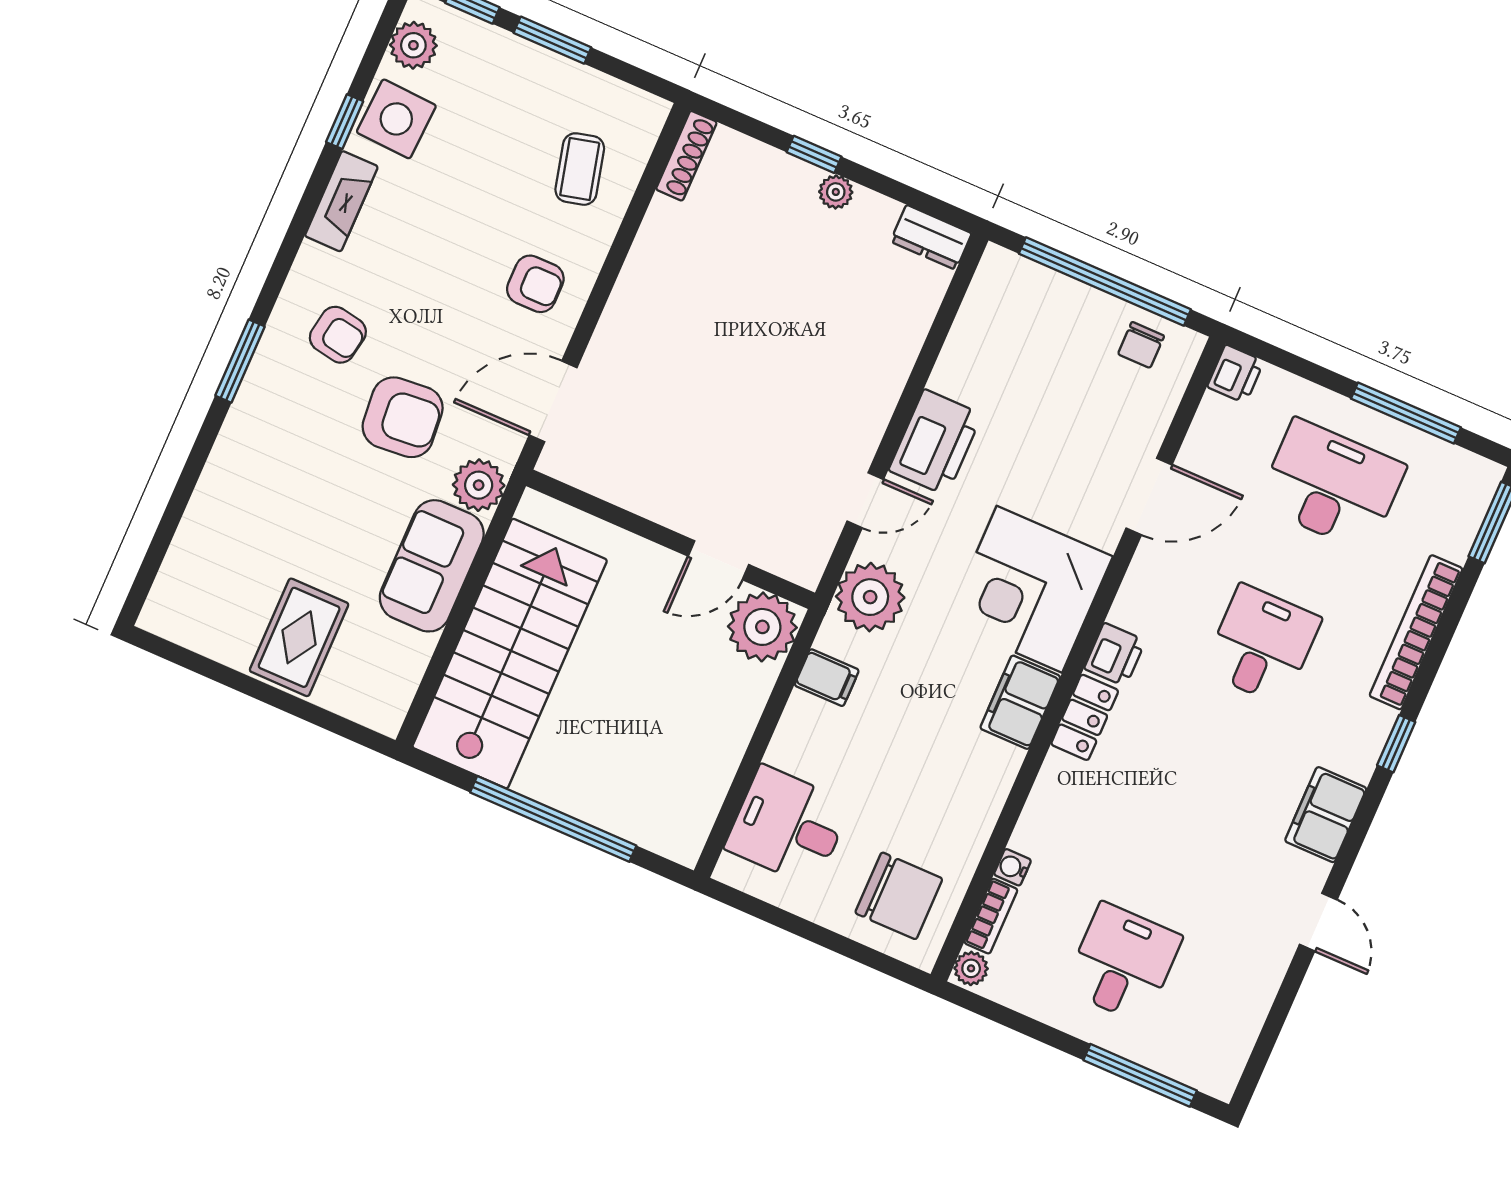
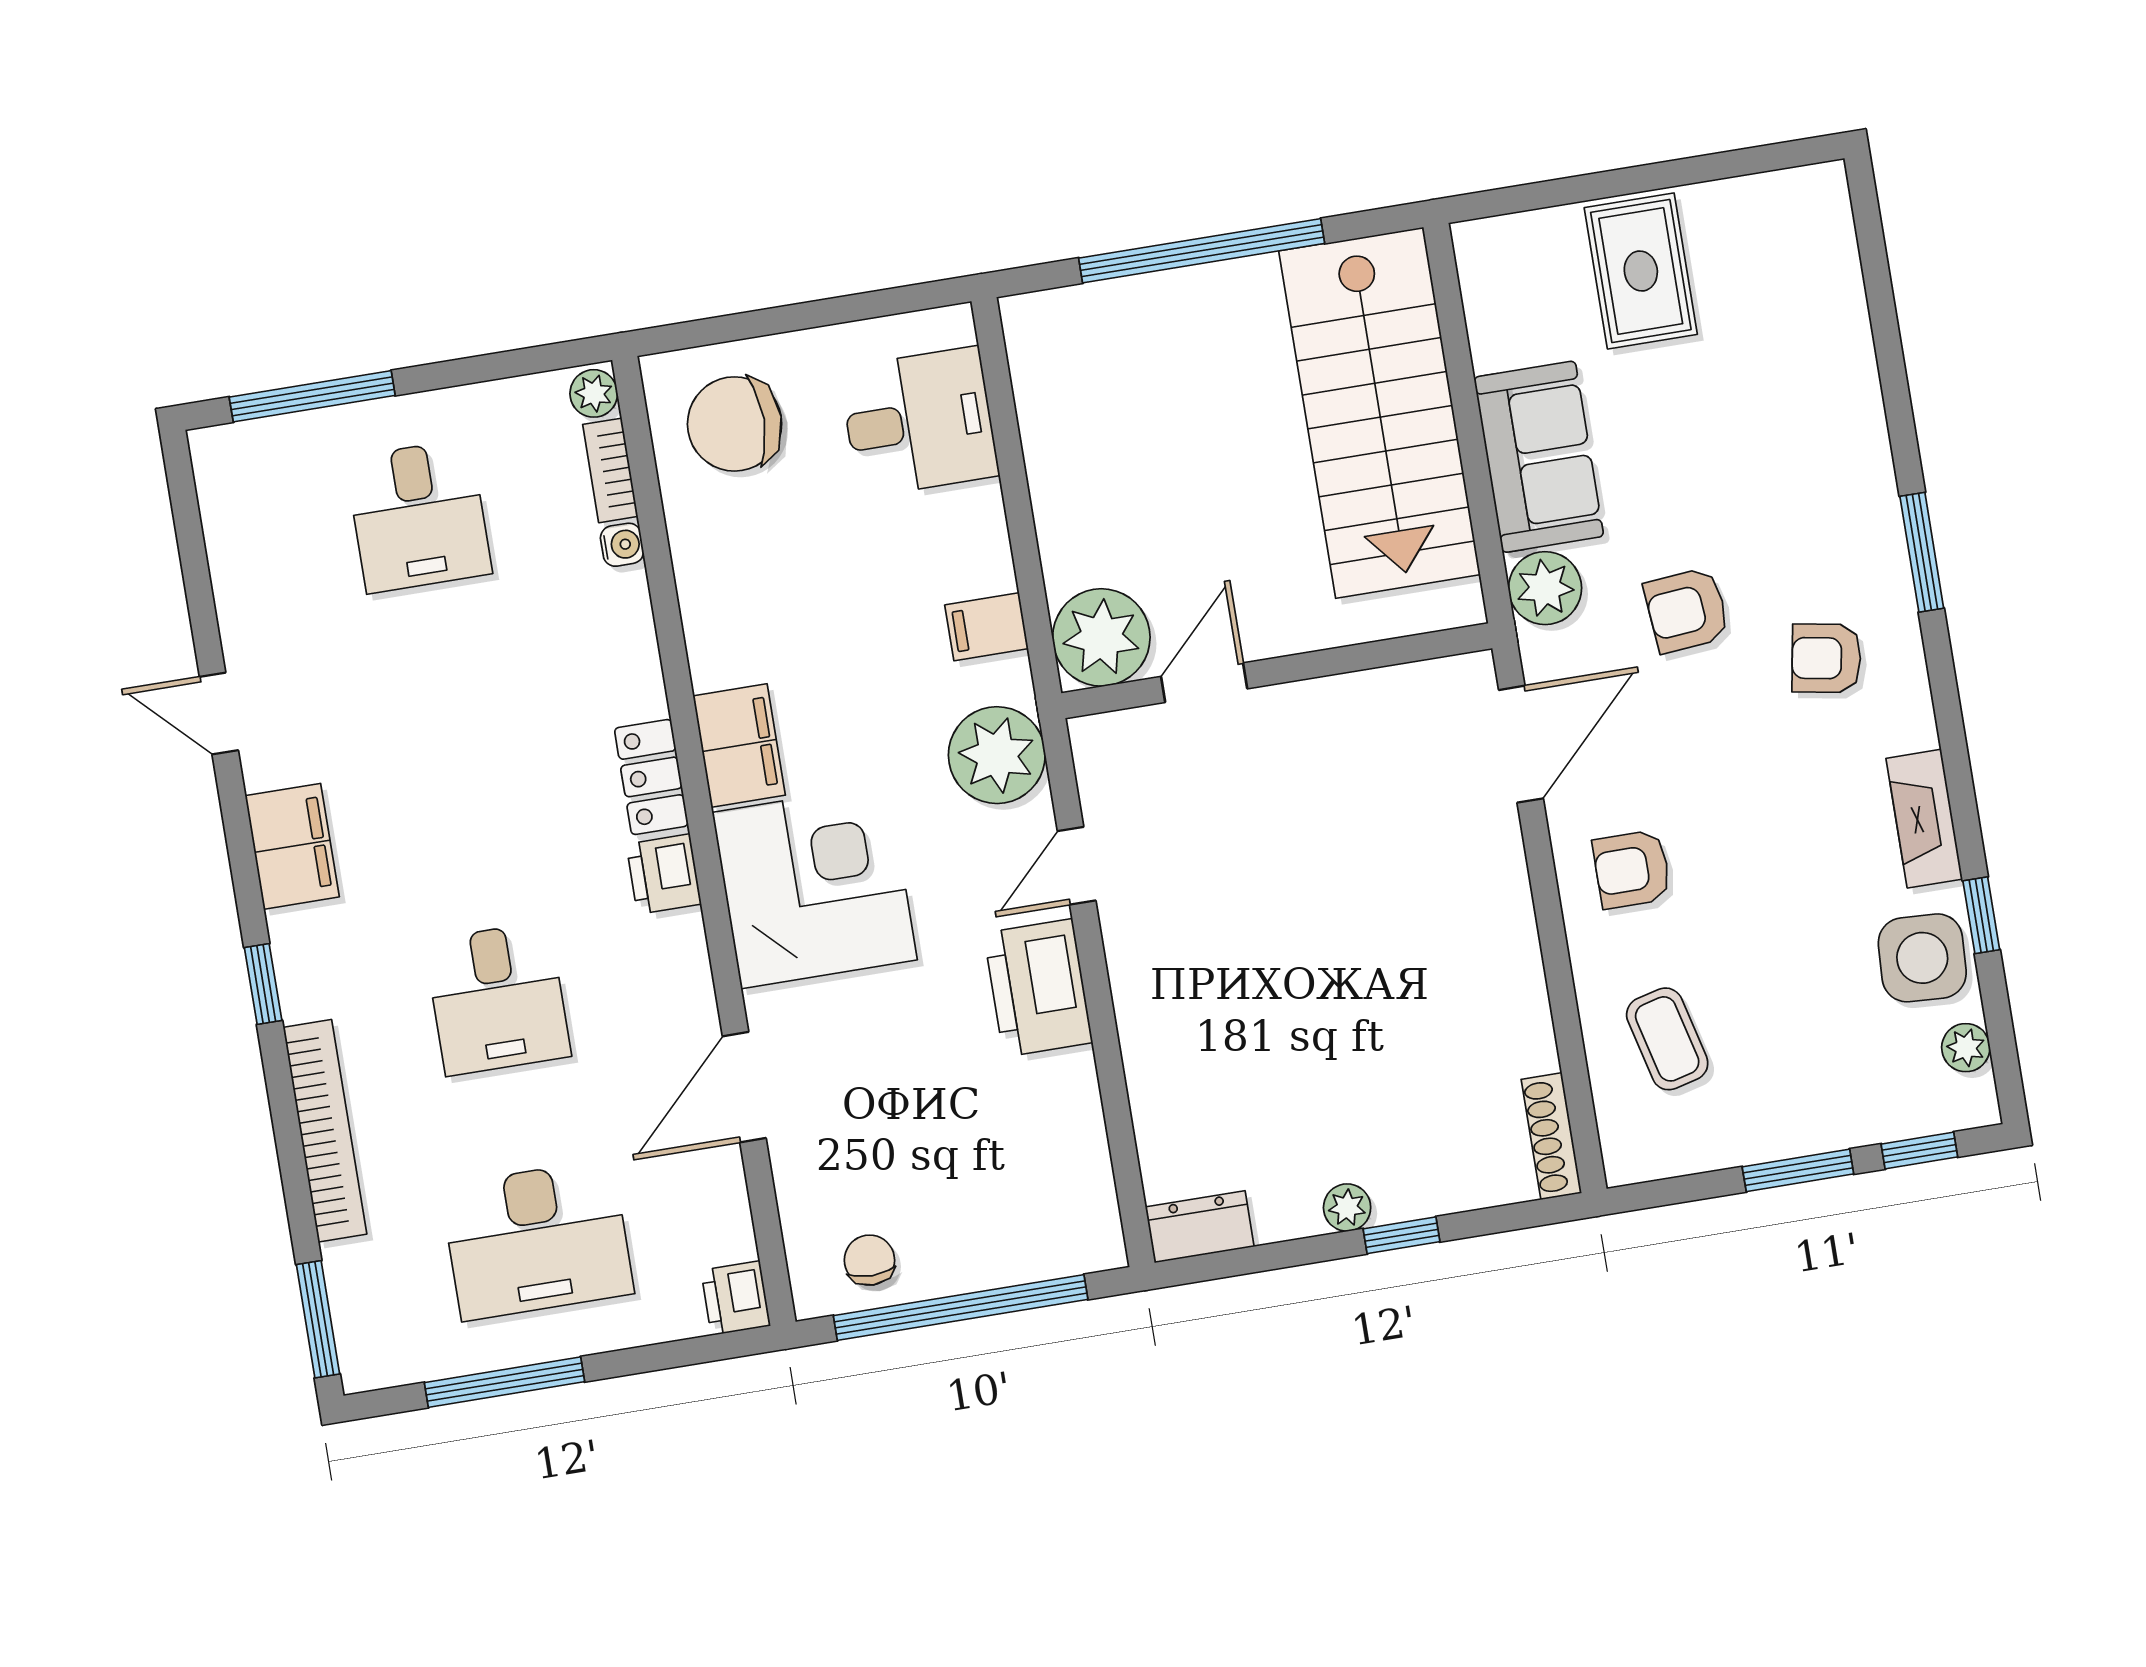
plant: (413, 45) -> (1966, 1048), width x0.73, depth x0.73
armchair: (403, 417) -> (1687, 610), width x0.72, depth x0.72

